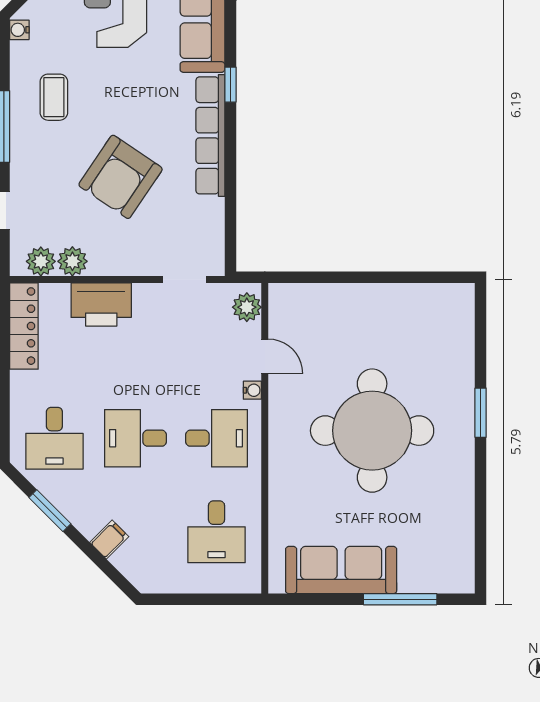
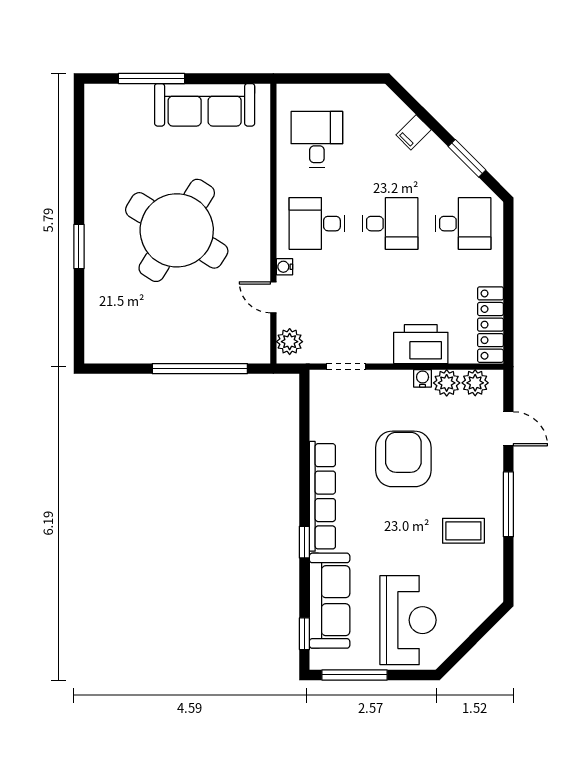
water cooler: (19, 30) -> (423, 378), moved, turned -90
coffee table: (54, 97) -> (463, 531), turned 90
armchair: (121, 177) -> (403, 459), turned -34
window: (346, 277) -> (200, 369), added
round table: (372, 431) -> (177, 230), turned 32
desk: (54, 438) -> (463, 224), turned 90

